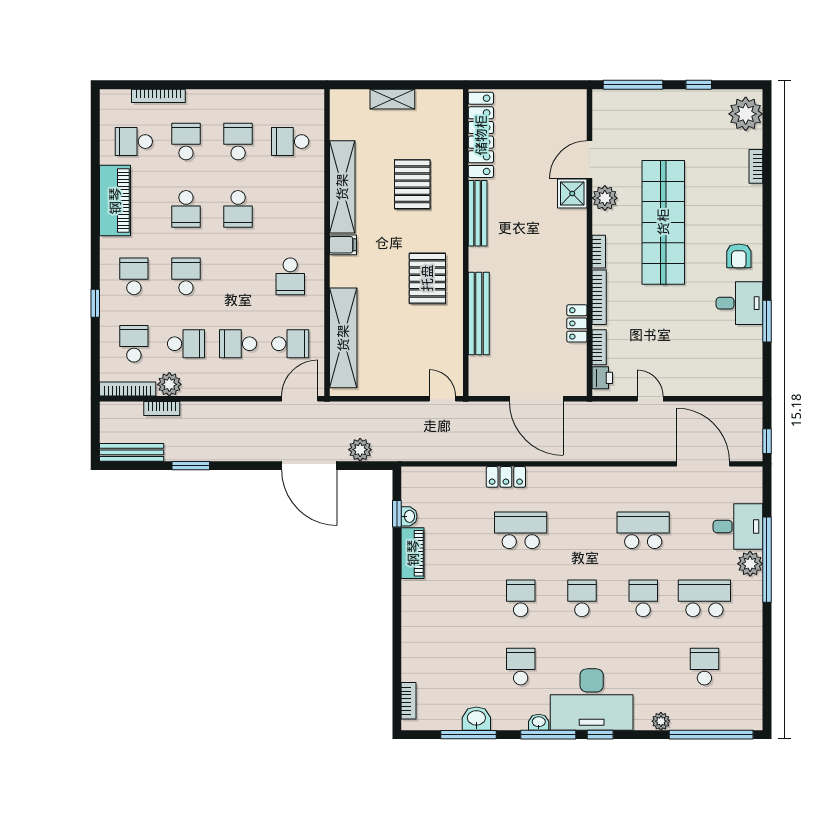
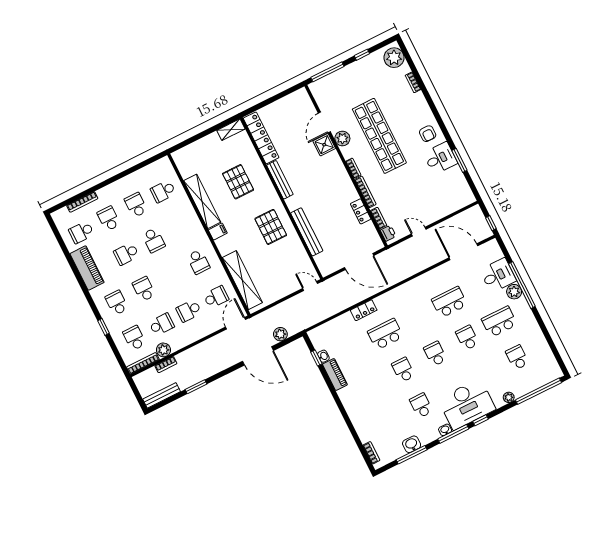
shelving: (392, 99) -> (231, 130), moved
school desk: (186, 209) -> (126, 254), turned 90

